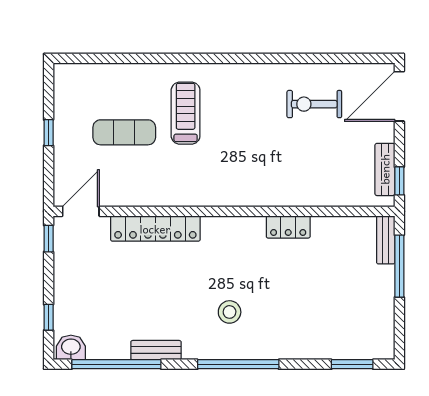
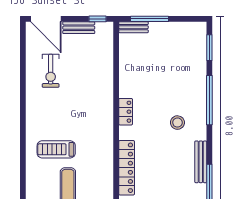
bench: (385, 169) -> (79, 28), moved
locker: (288, 227) -> (126, 112), moved
bench: (156, 350) -> (201, 162), width x1.36
window: (238, 364) -> (209, 100), moved

